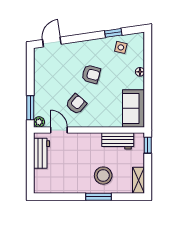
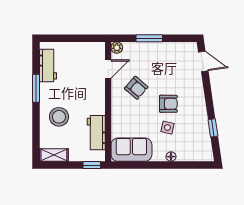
side table: (121, 47) -> (167, 128), moved
armchair: (91, 74) -> (168, 104), turned -105
window: (30, 108) -> (149, 38), moved
workbench: (42, 153) -> (48, 65), moved, turned -90
window: (99, 197) -> (36, 88), moved

